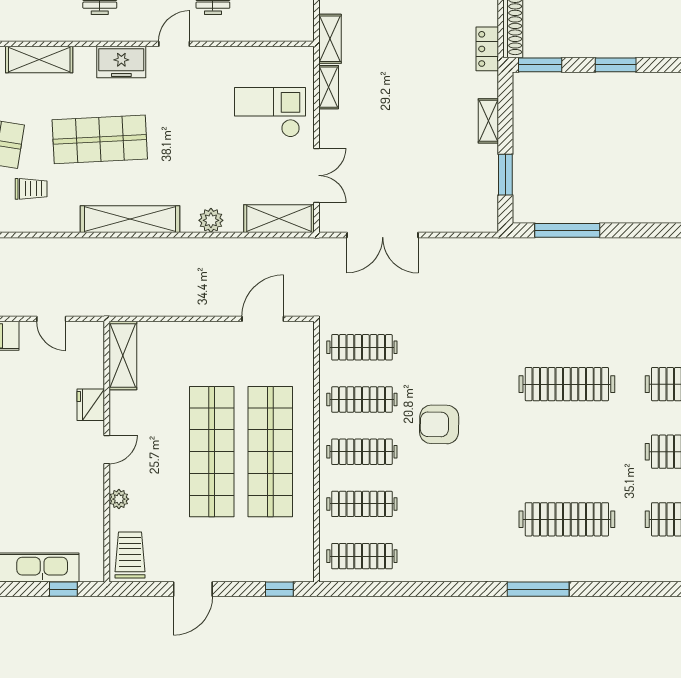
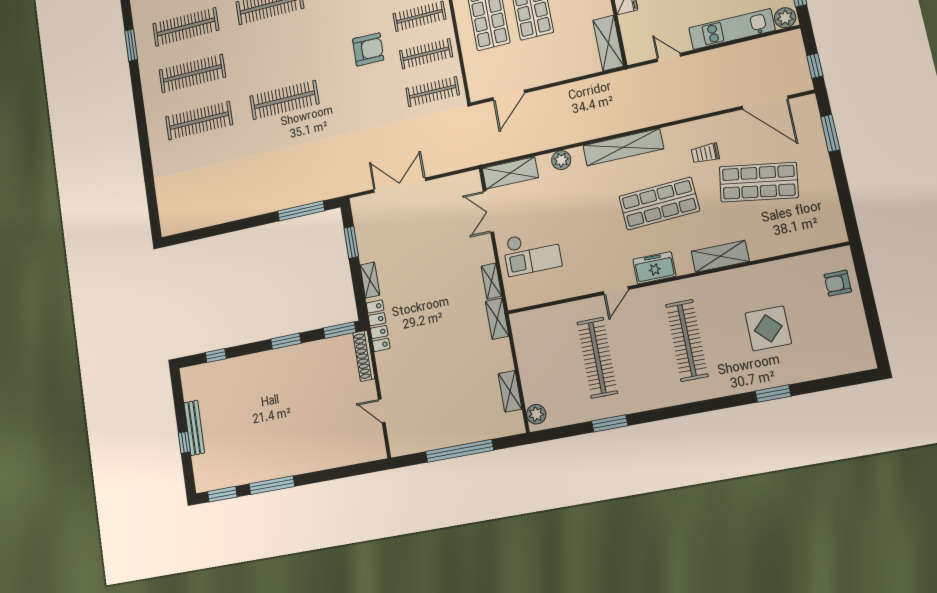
locker: (487, 49) -> (378, 326), width x1.53
double door: (383, 235) -> (400, 185), moved

